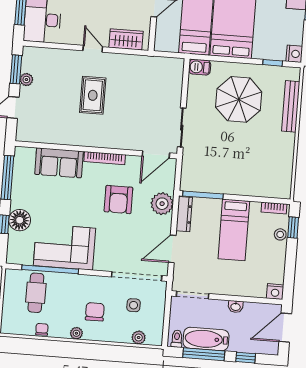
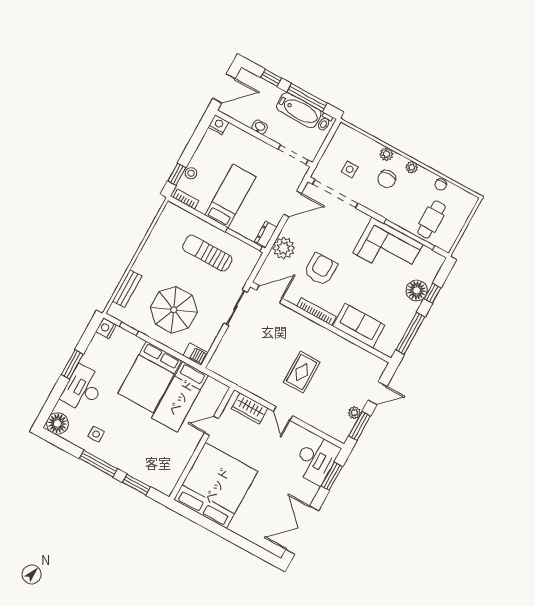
bench: (291, 106) -> (127, 289), width x0.73
sun lounger: (231, 167) -> (207, 253), added
dresser: (184, 214) -> (266, 234), width x0.70
plant: (139, 337) -> (386, 154), moved

